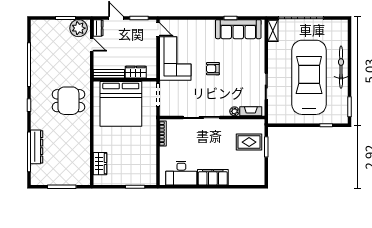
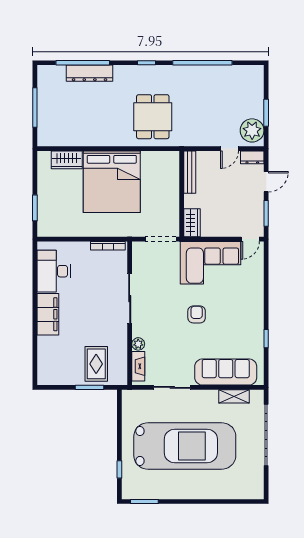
sofa: (238, 29) -> (226, 372), moved, turned 90
shelving: (273, 31) -> (234, 396), moved
bicycle: (341, 67) -> (199, 490), removed
wardrobe: (136, 72) -> (192, 223), moved
bed: (121, 104) -> (112, 182), moved, turned -90

